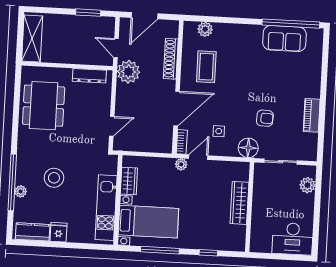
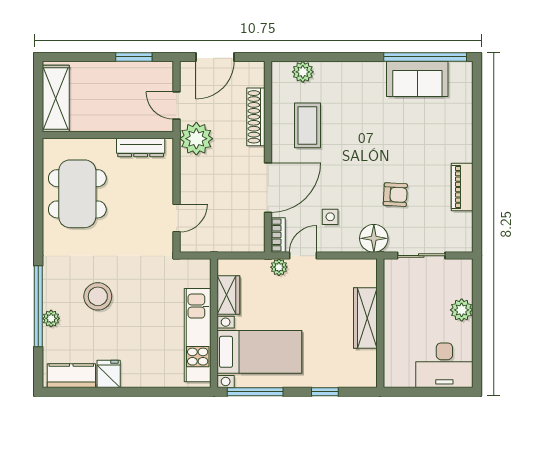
wardrobe: (129, 181) -> (228, 295), moved
plant: (307, 185) -> (462, 310), moved
wall: (118, 200) -> (214, 323), moved
kitchen unit: (106, 208) -> (198, 335), moved
bed with nightstands: (148, 222) -> (259, 352), moved

